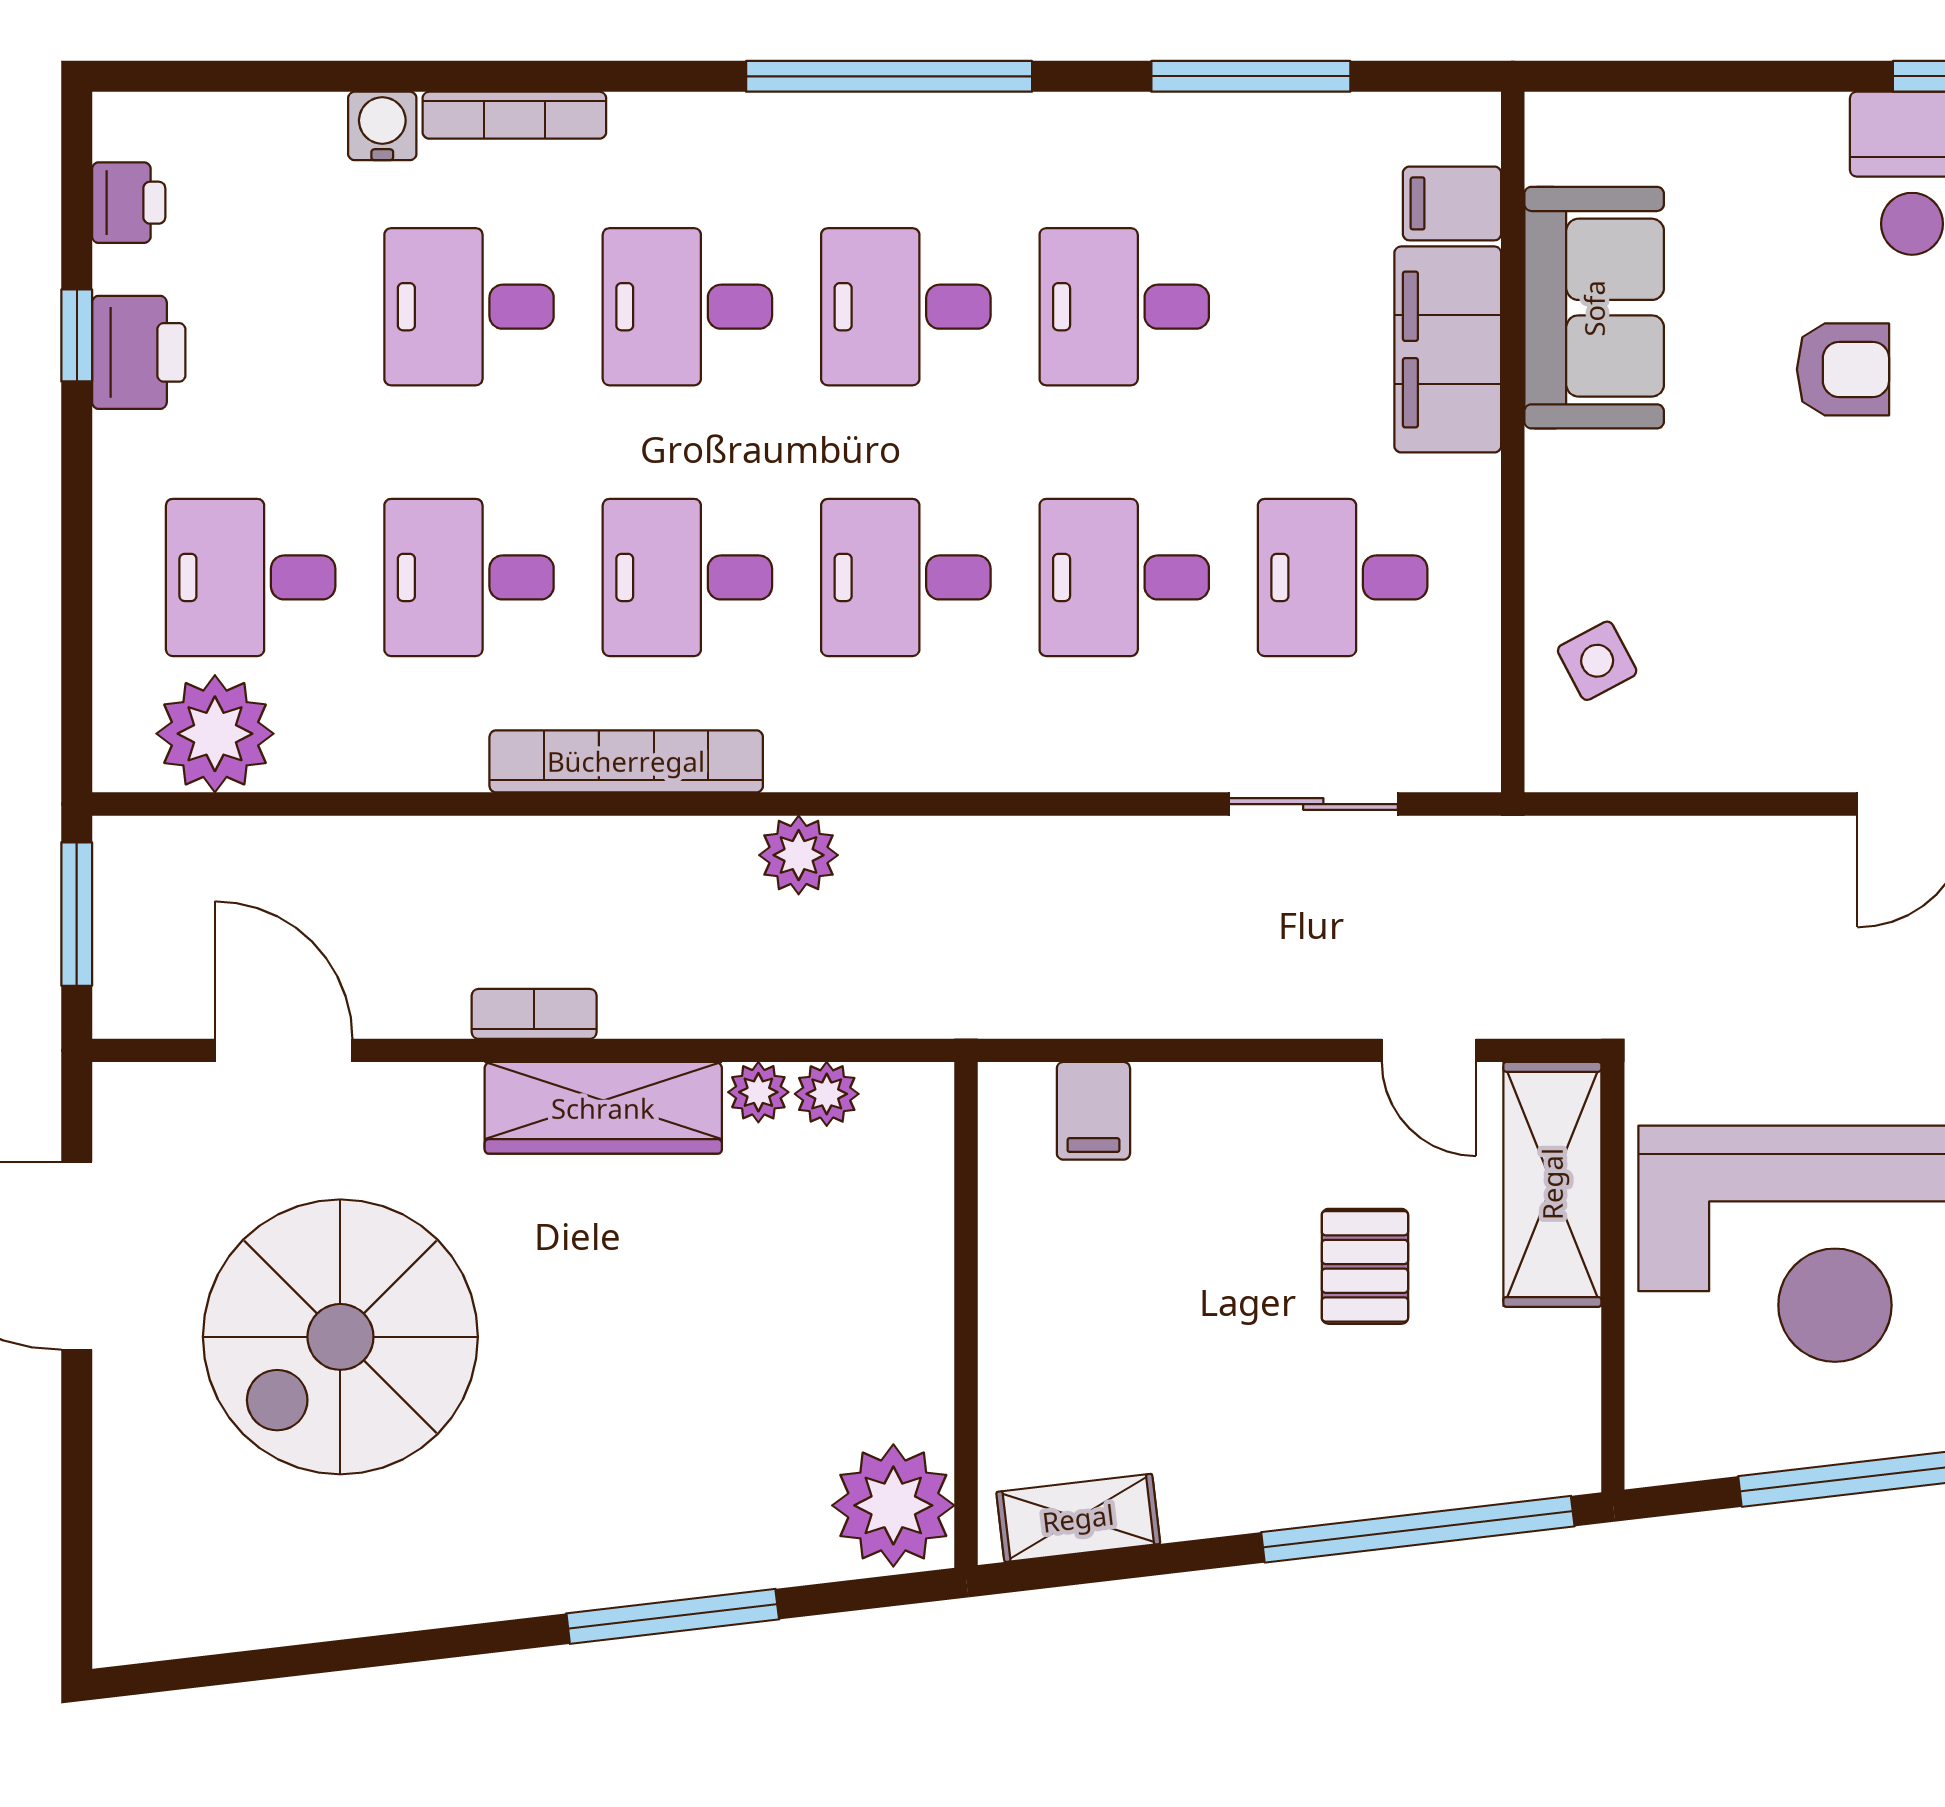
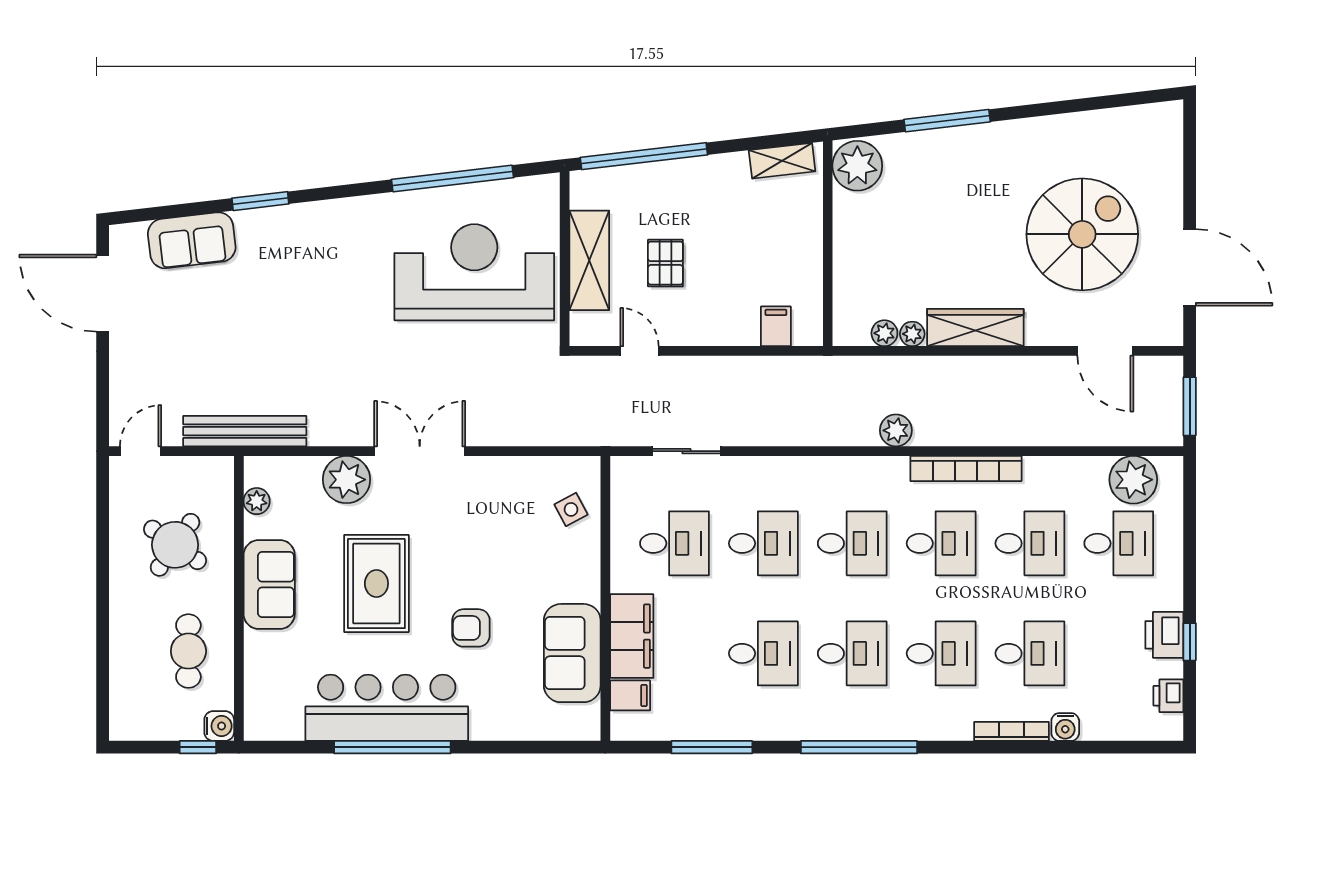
bookcase: (534, 1014) -> (1003, 366), removed
shelving: (1552, 1184) -> (589, 260), moved

